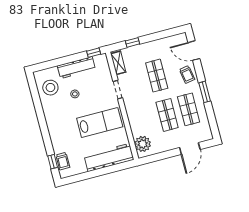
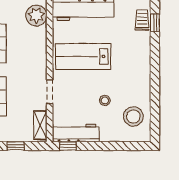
workbench: (76, 68) -> (76, 133), moved

